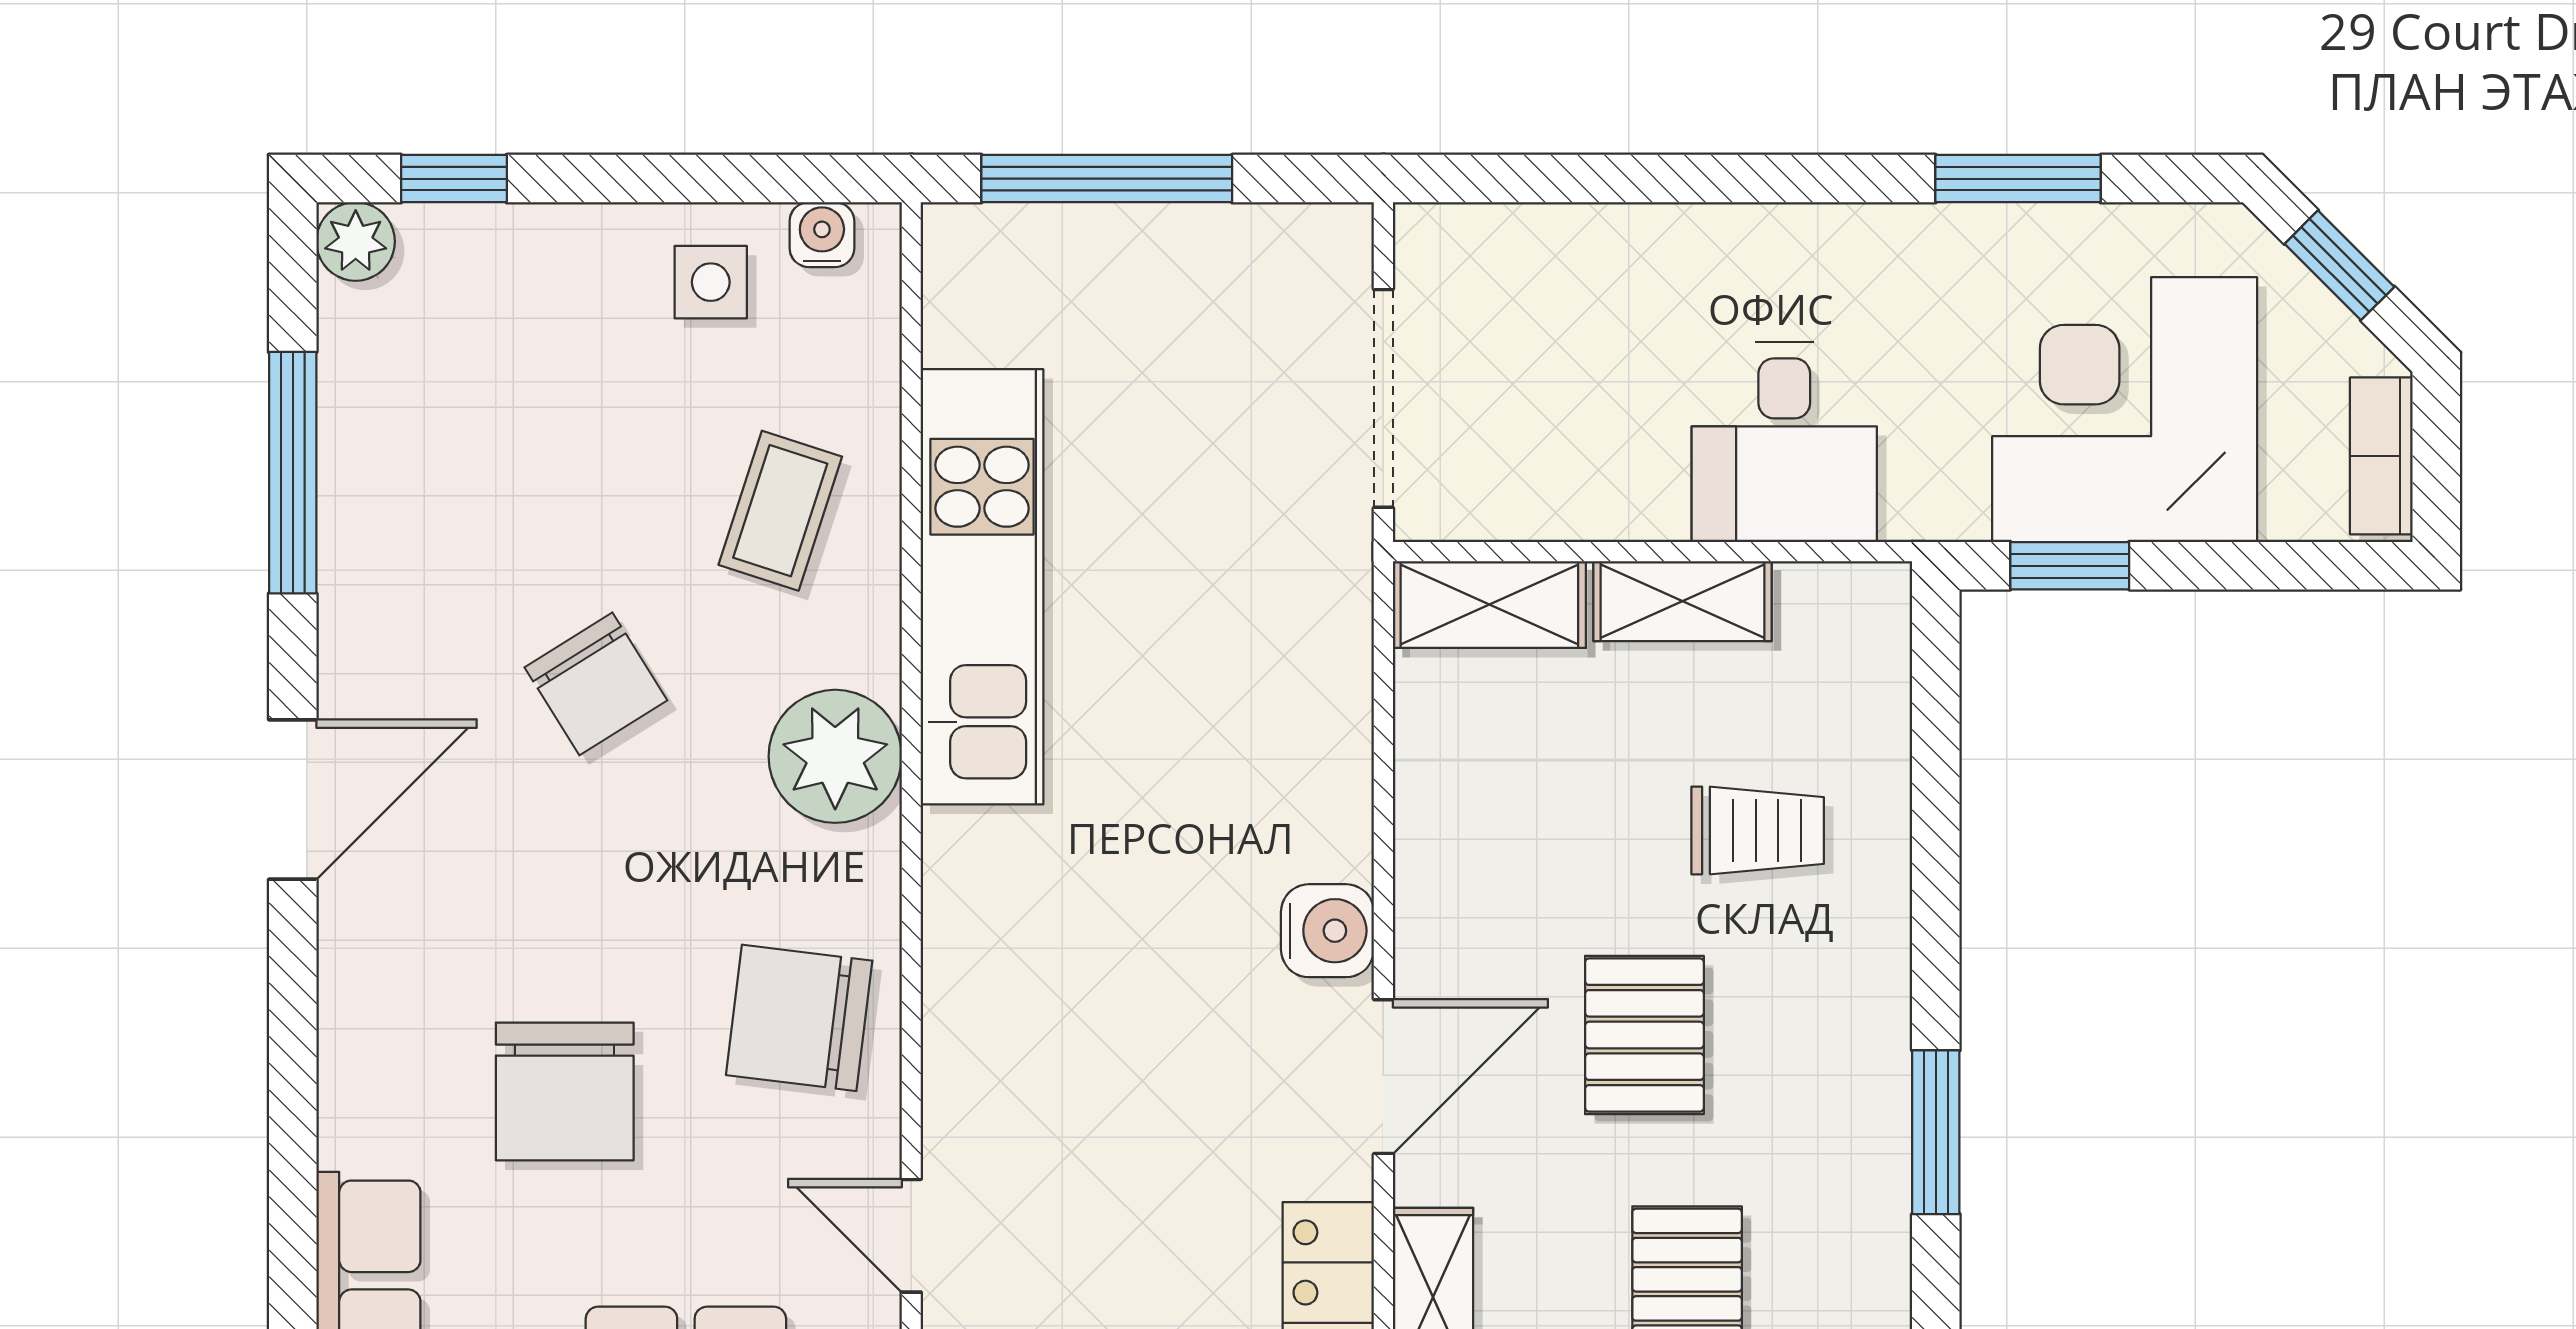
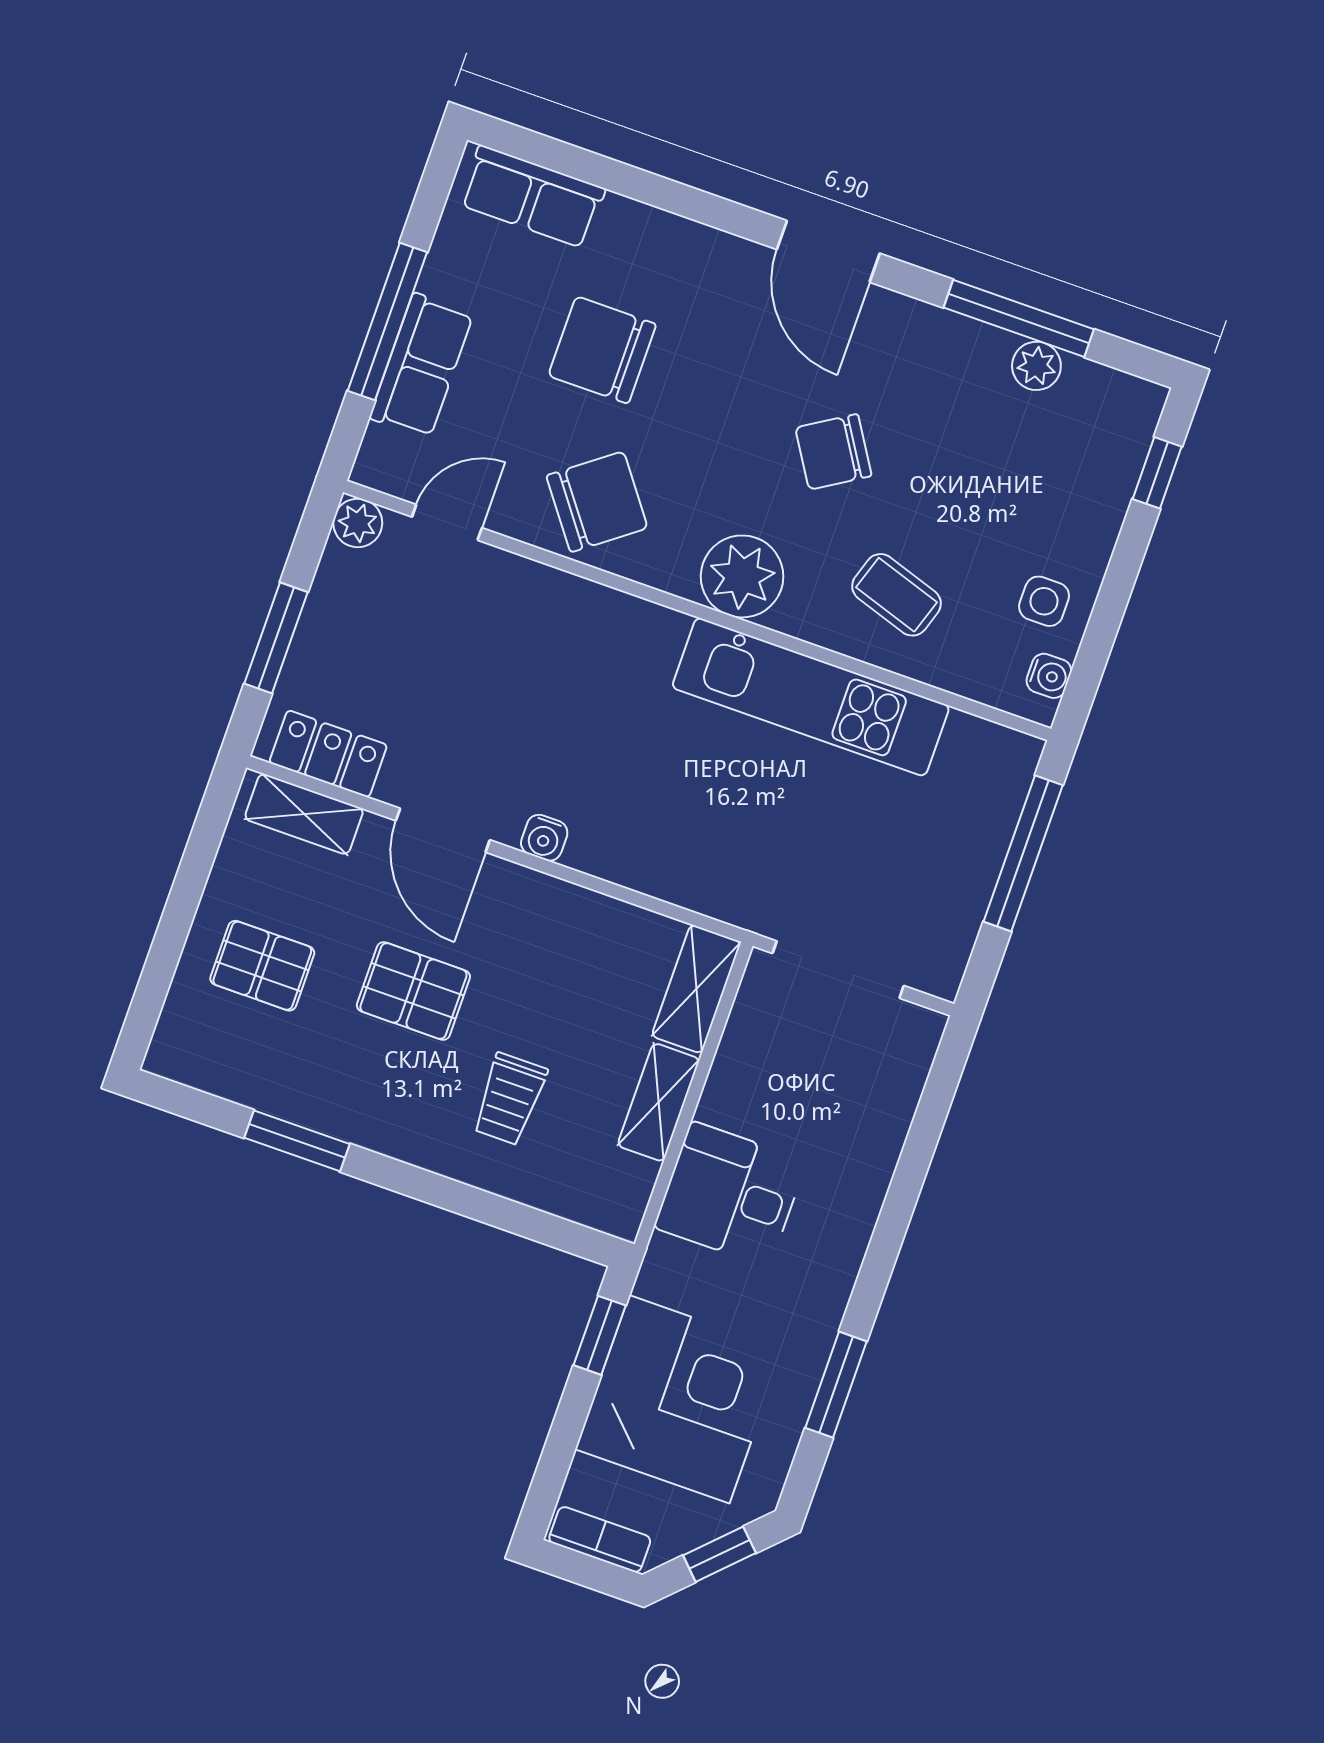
plant: (356, 241) -> (1036, 366), moved
water cooler: (1327, 931) -> (544, 838), width x0.72, depth x0.72
chair: (799, 1018) -> (597, 502), turned 46

